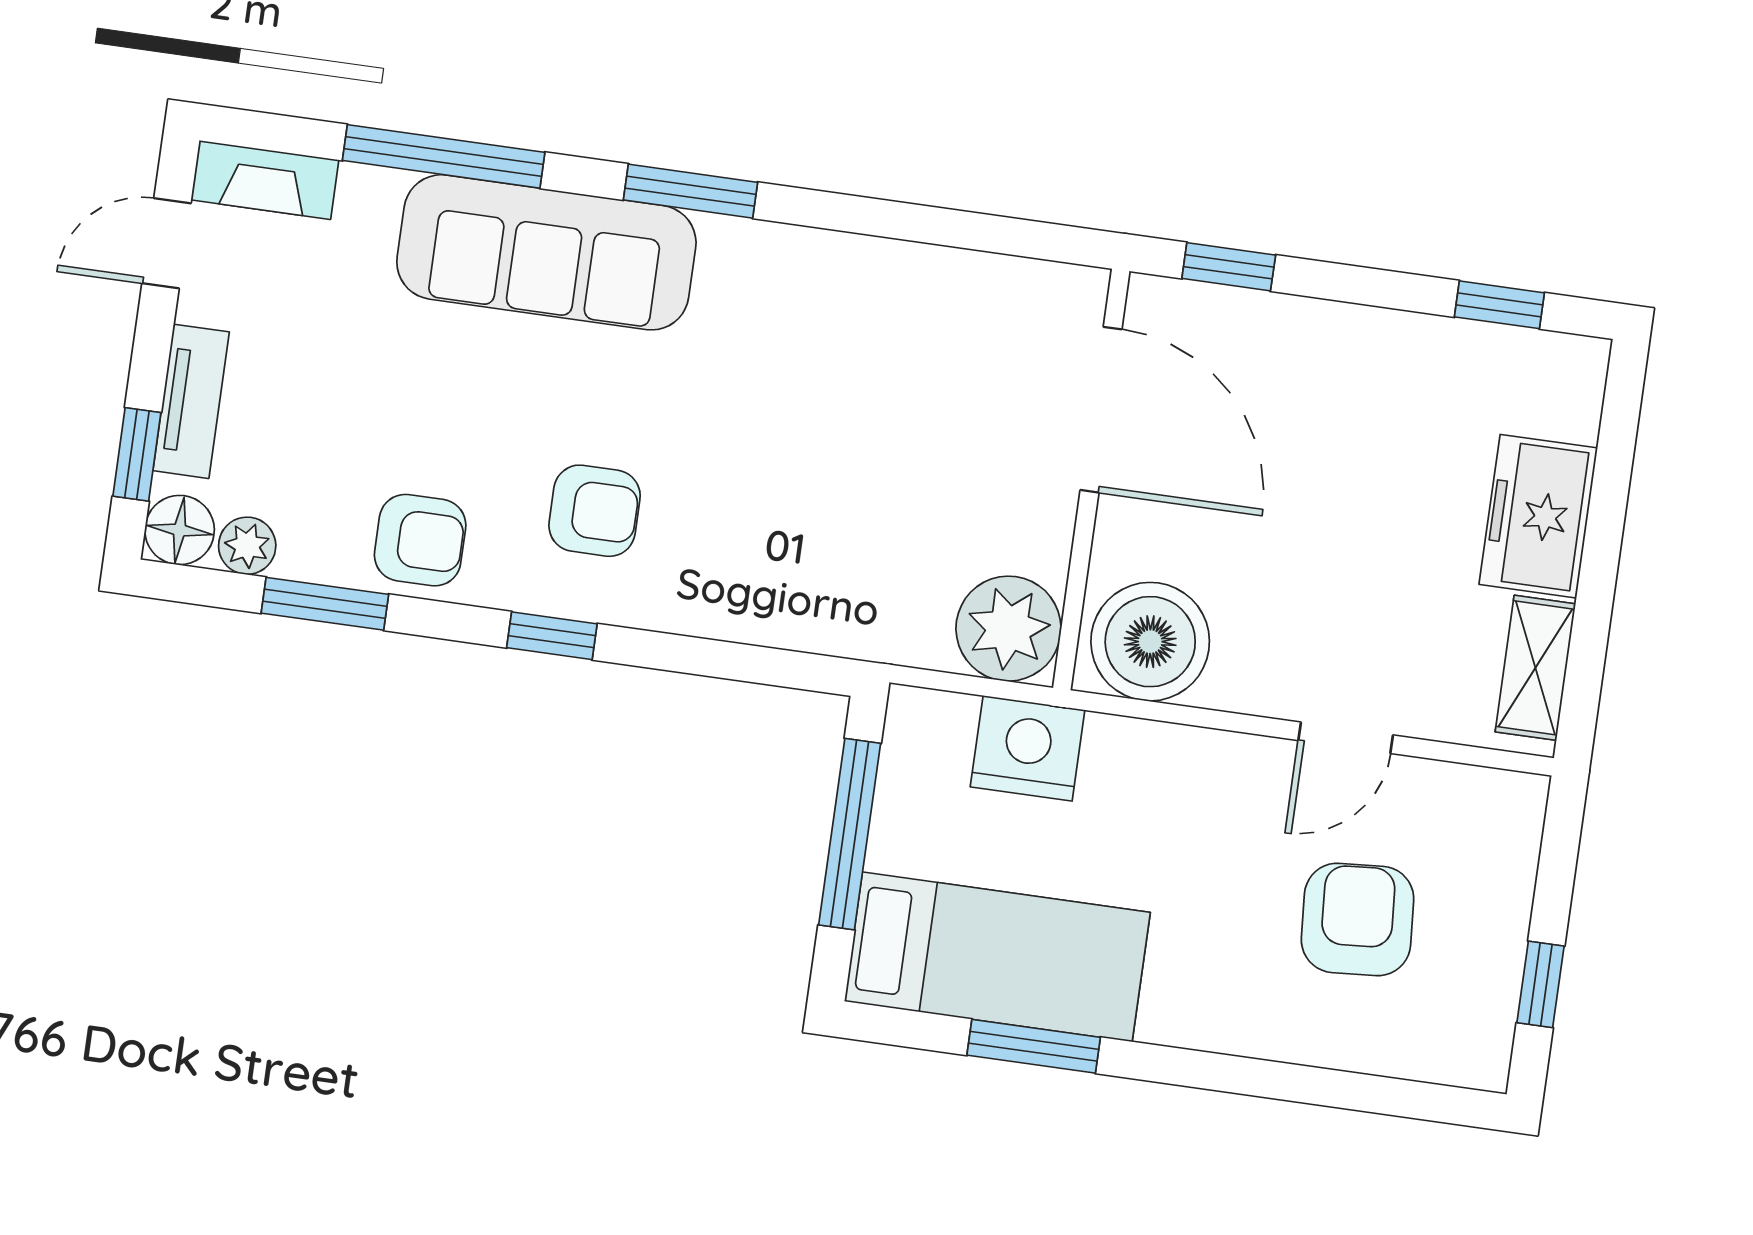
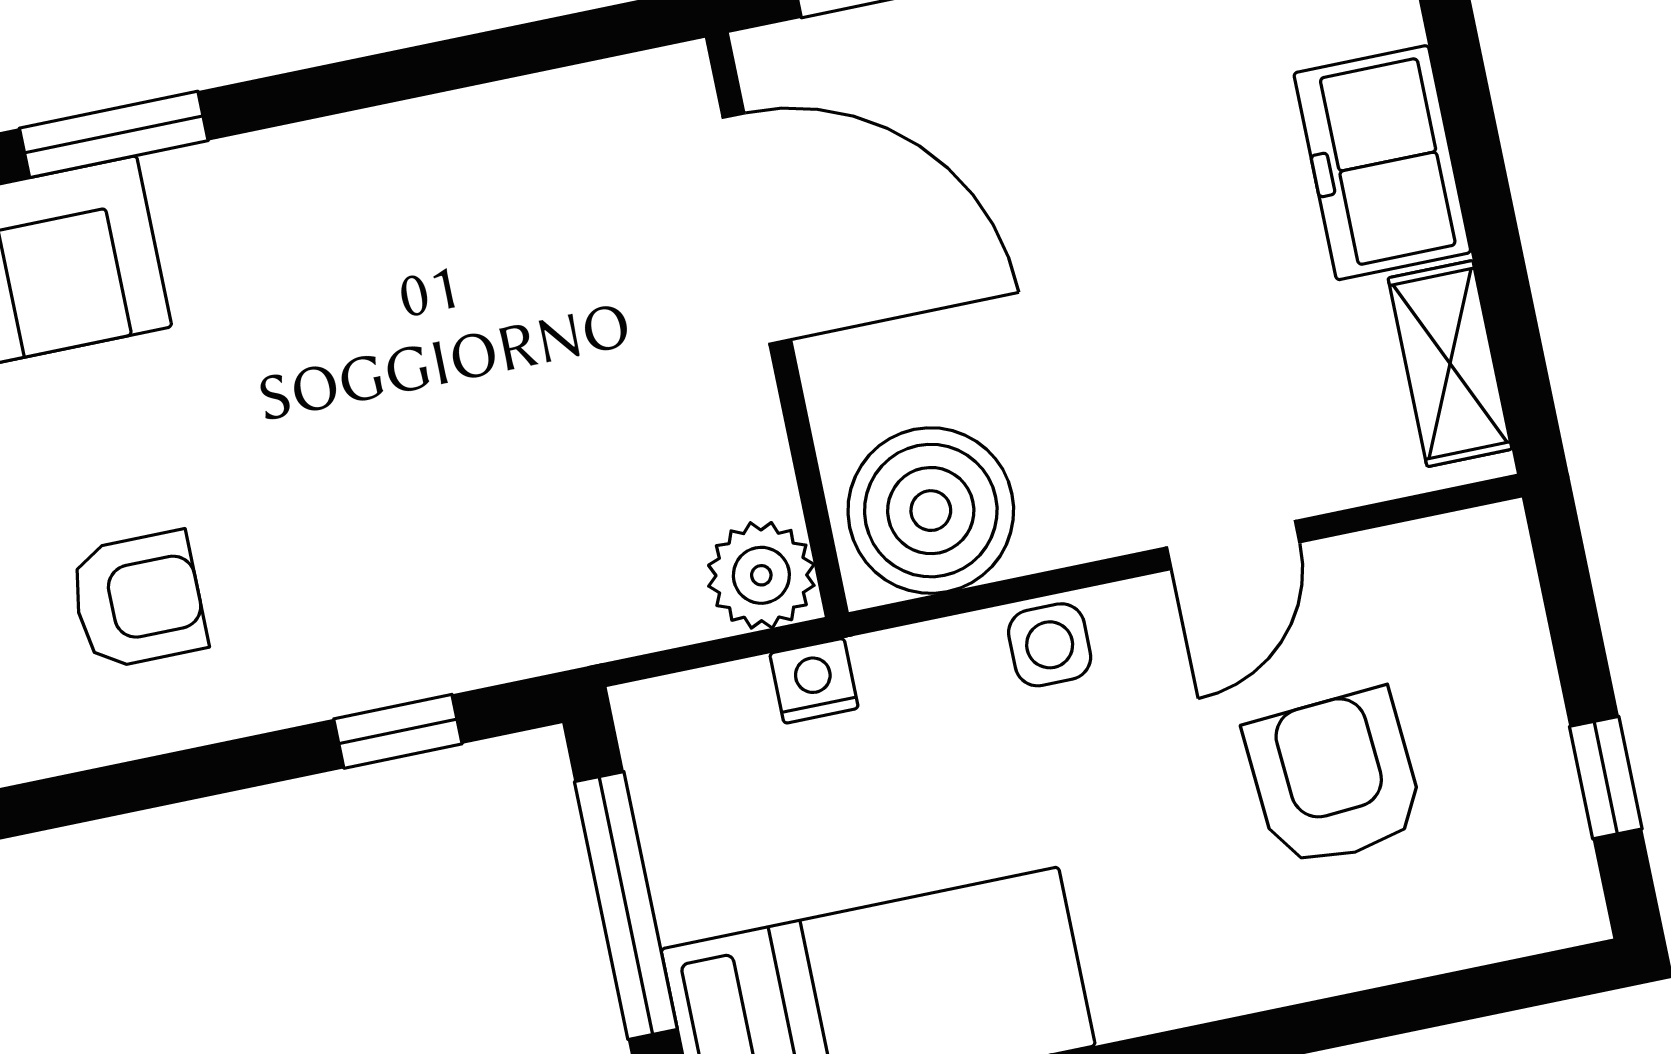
plant: (1009, 629) -> (761, 575), width x0.73, depth x0.73
window: (552, 636) -> (398, 731), moved
nightstand: (1028, 748) -> (814, 681), width x0.53, depth x0.56
side table: (1198, 761) -> (1050, 645), added

